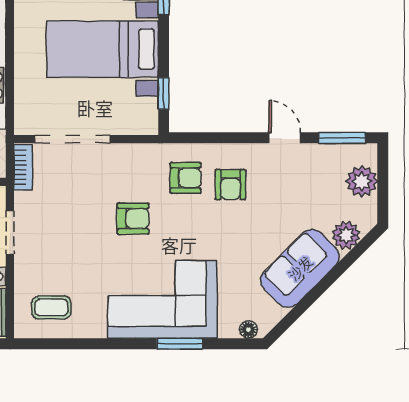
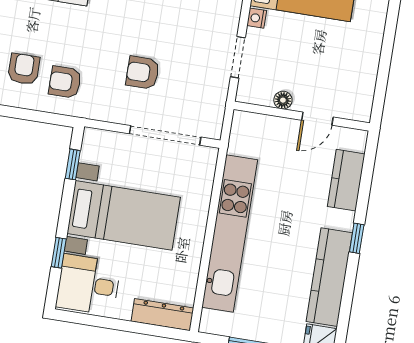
bookcase: (23, 167) -> (216, 117), removed
armchair: (133, 219) -> (143, 73), moved

